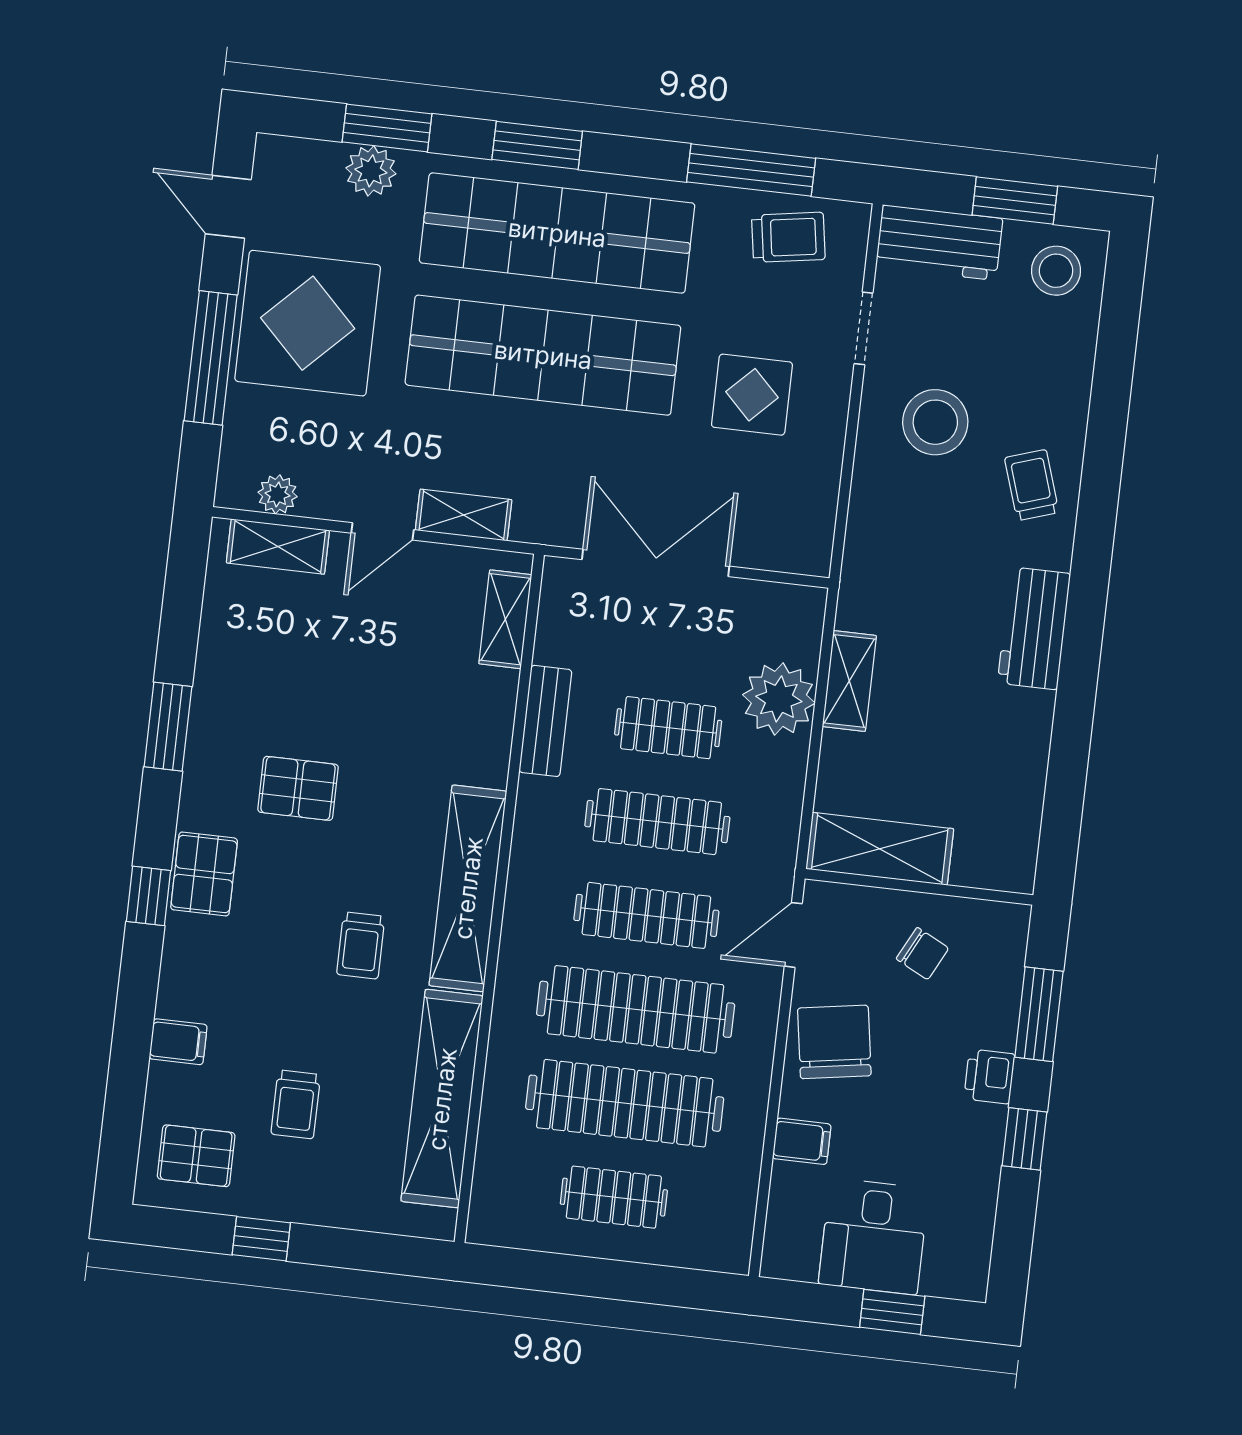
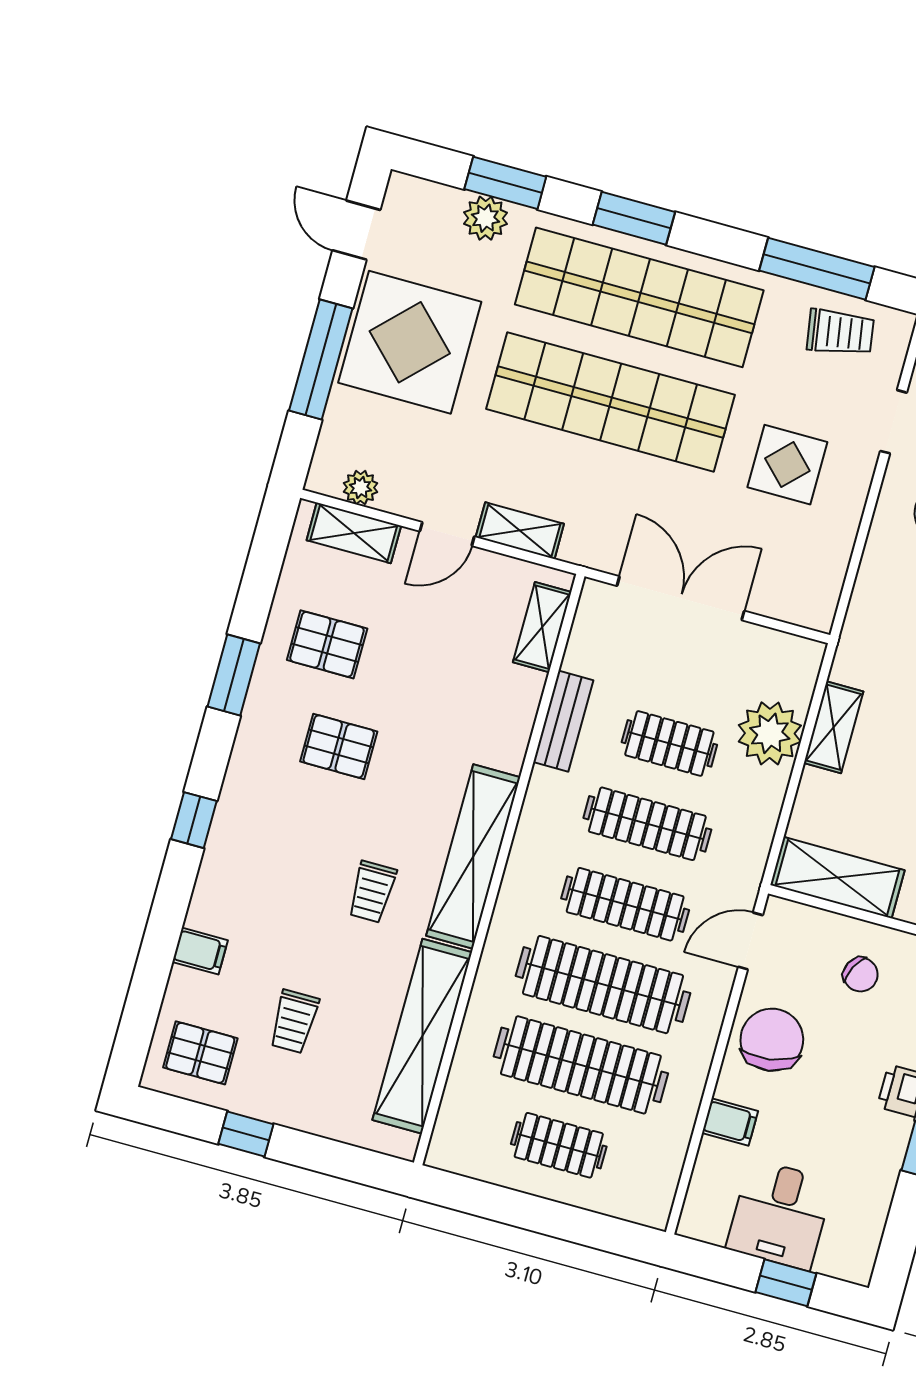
pallet: (204, 874) -> (327, 644), moved, turned 90

